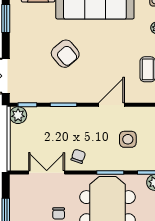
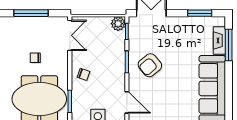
armchair: (65, 54) -> (150, 65), moved
double door: (47, 173) -> (70, 35), moved

